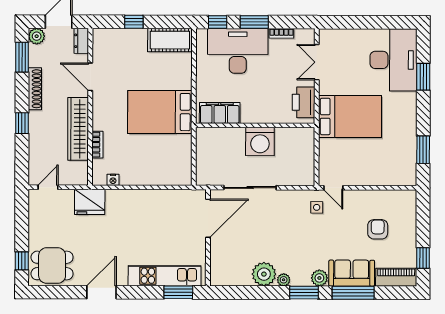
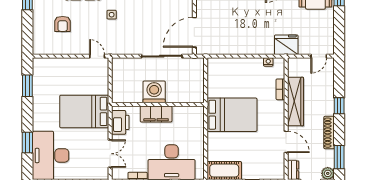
filing cabinet: (220, 113) -> (156, 114), moved
side table: (317, 207) -> (112, 15), moved

